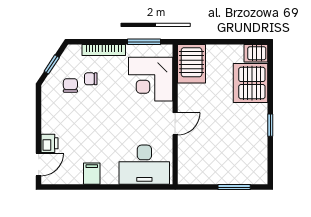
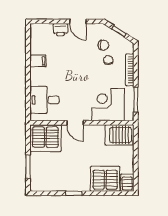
door: (39, 164) -> (78, 21), moved
server rack: (196, 164) -> (45, 138), added
desk: (144, 165) -> (45, 100), width x0.73

